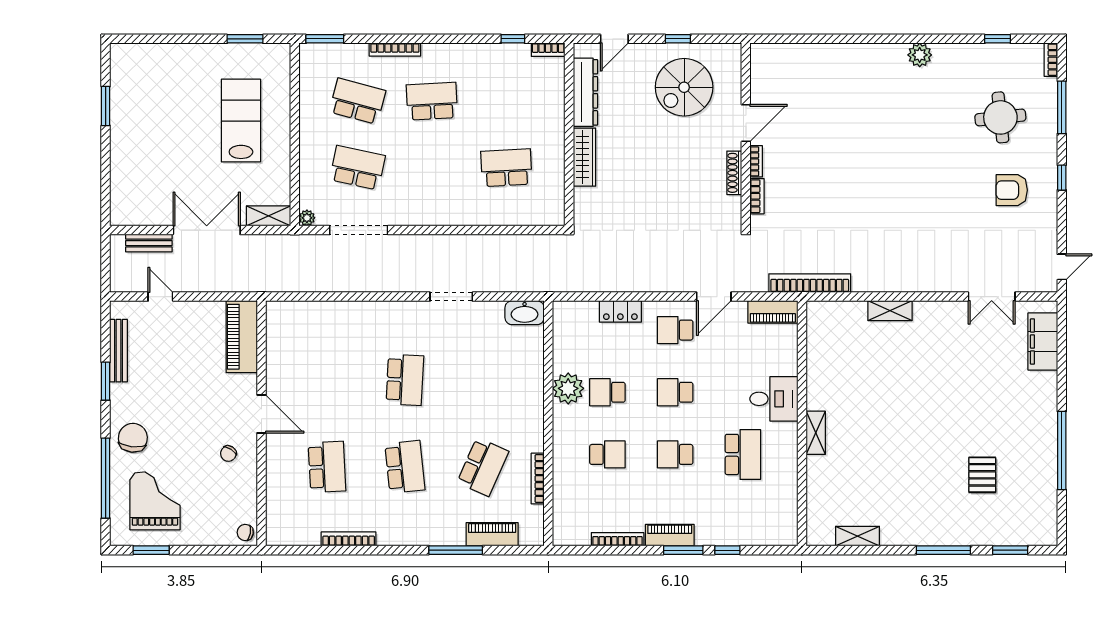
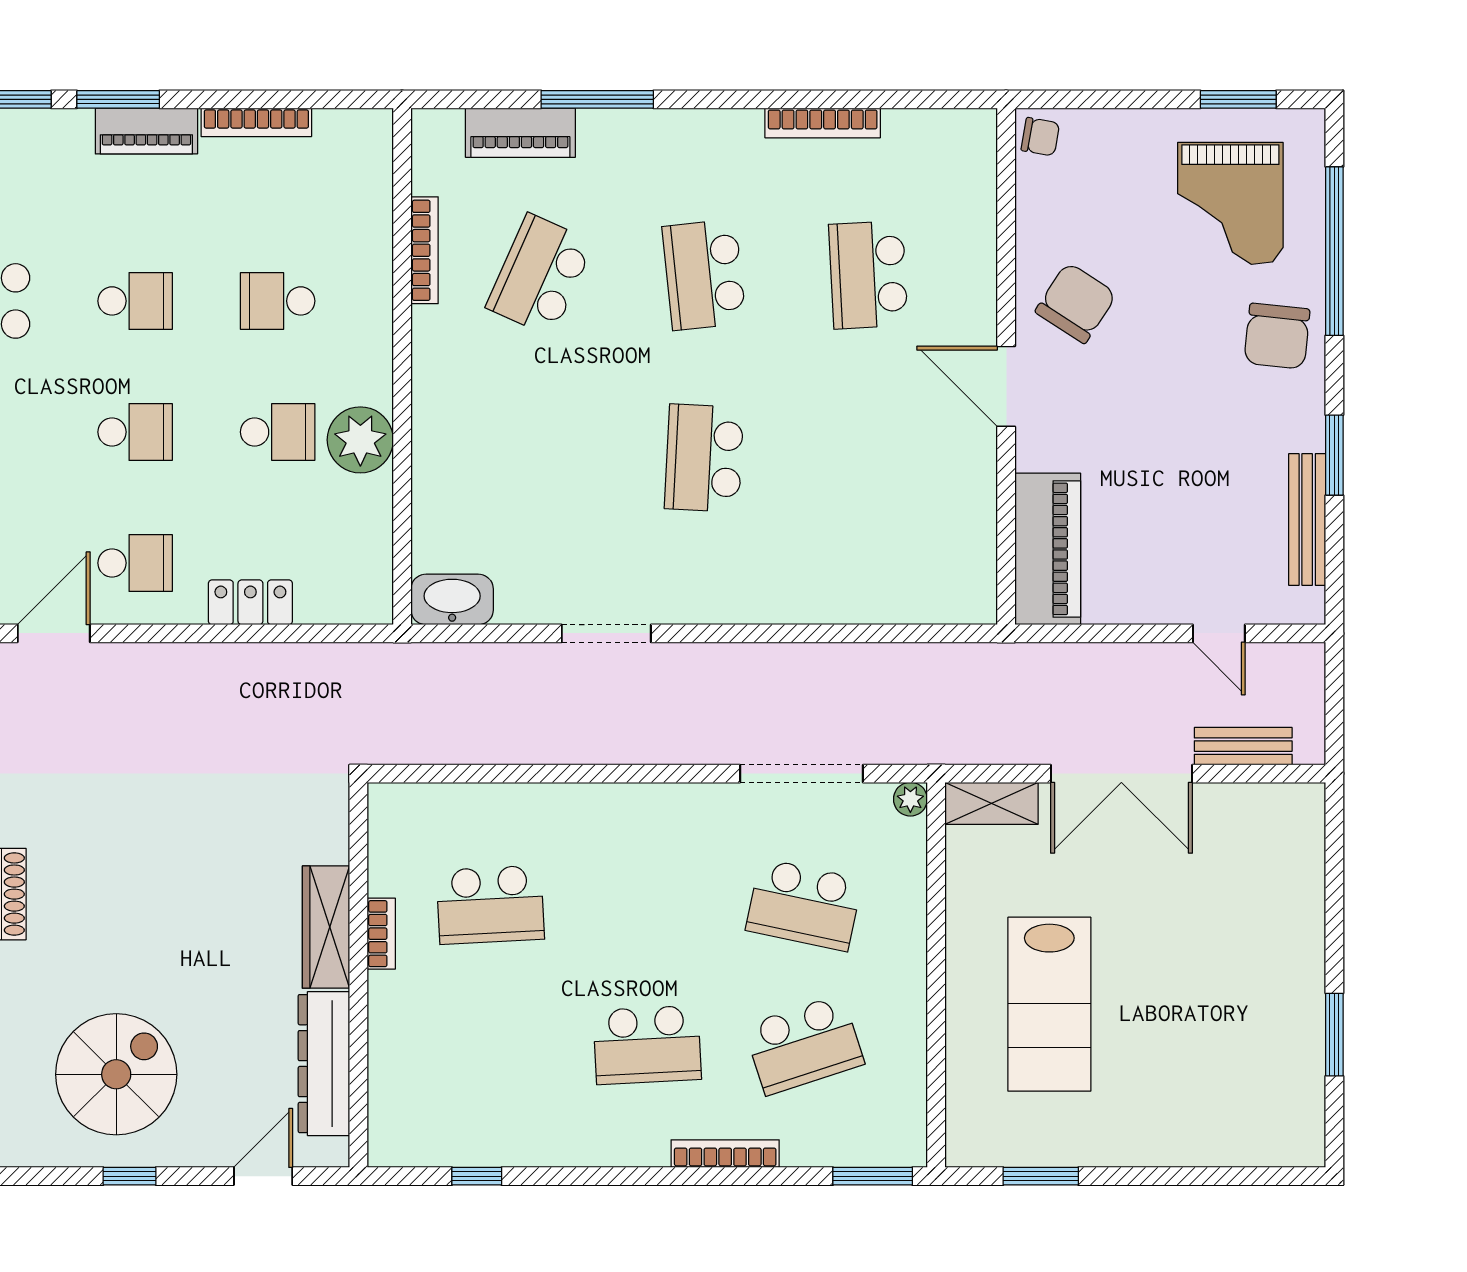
bookcase: (548, 50) -> (381, 934), moved, turned 90
school desk: (357, 101) -> (804, 1045), turned -33
chair: (228, 454) -> (1076, 303), width x1.87, depth x1.87

